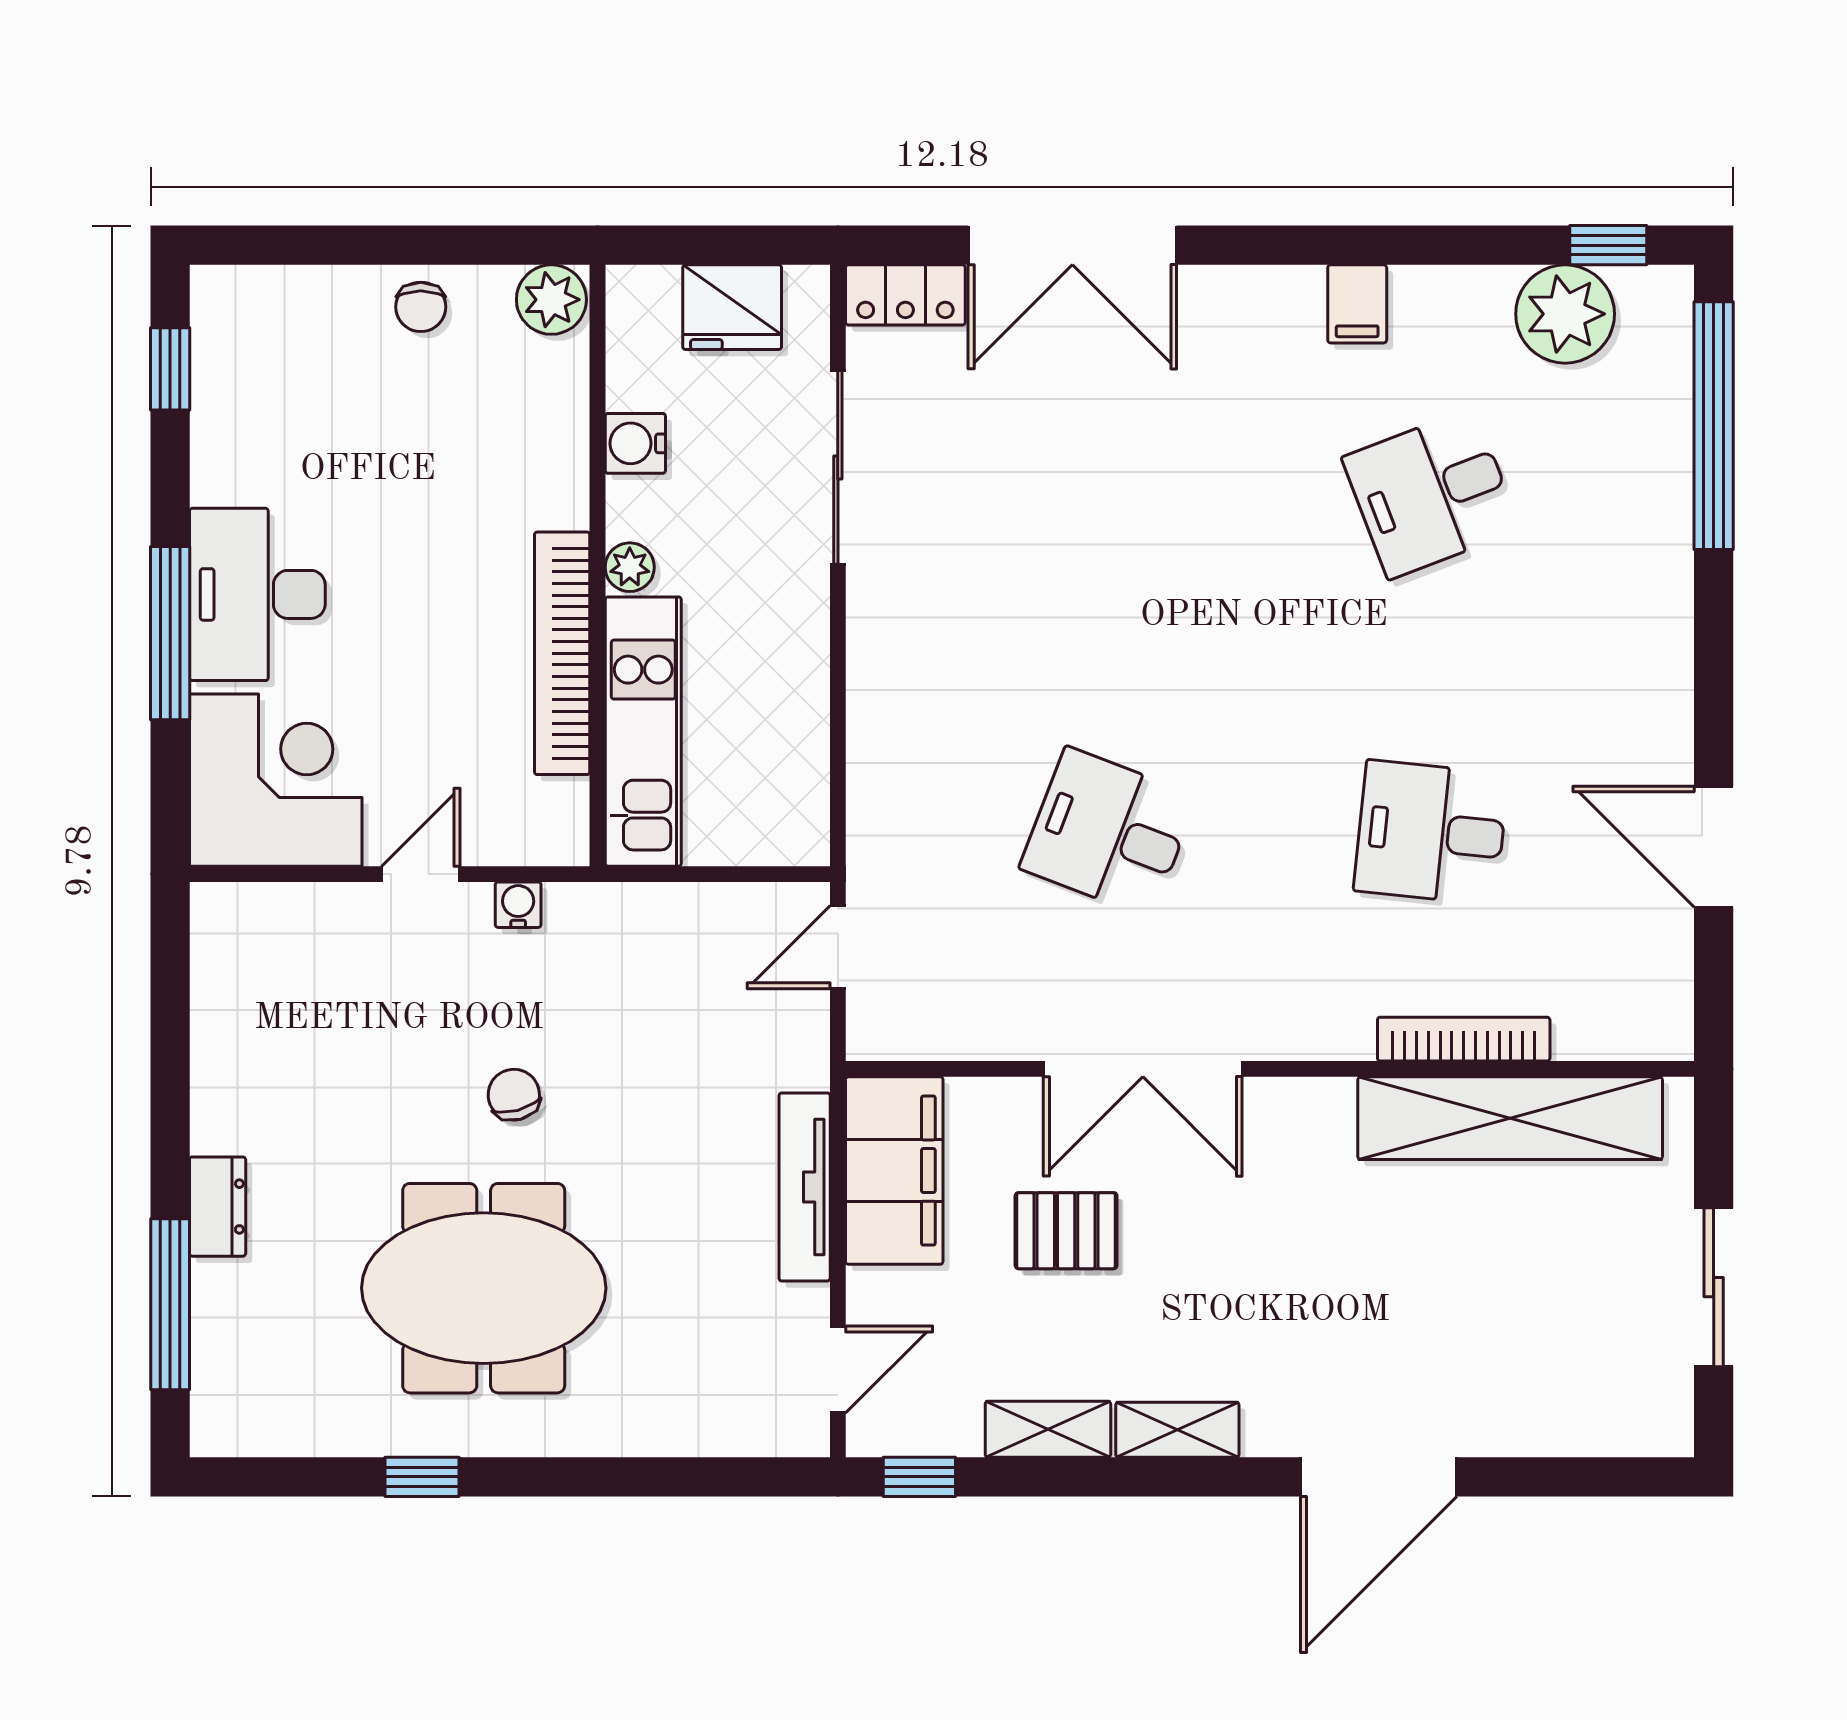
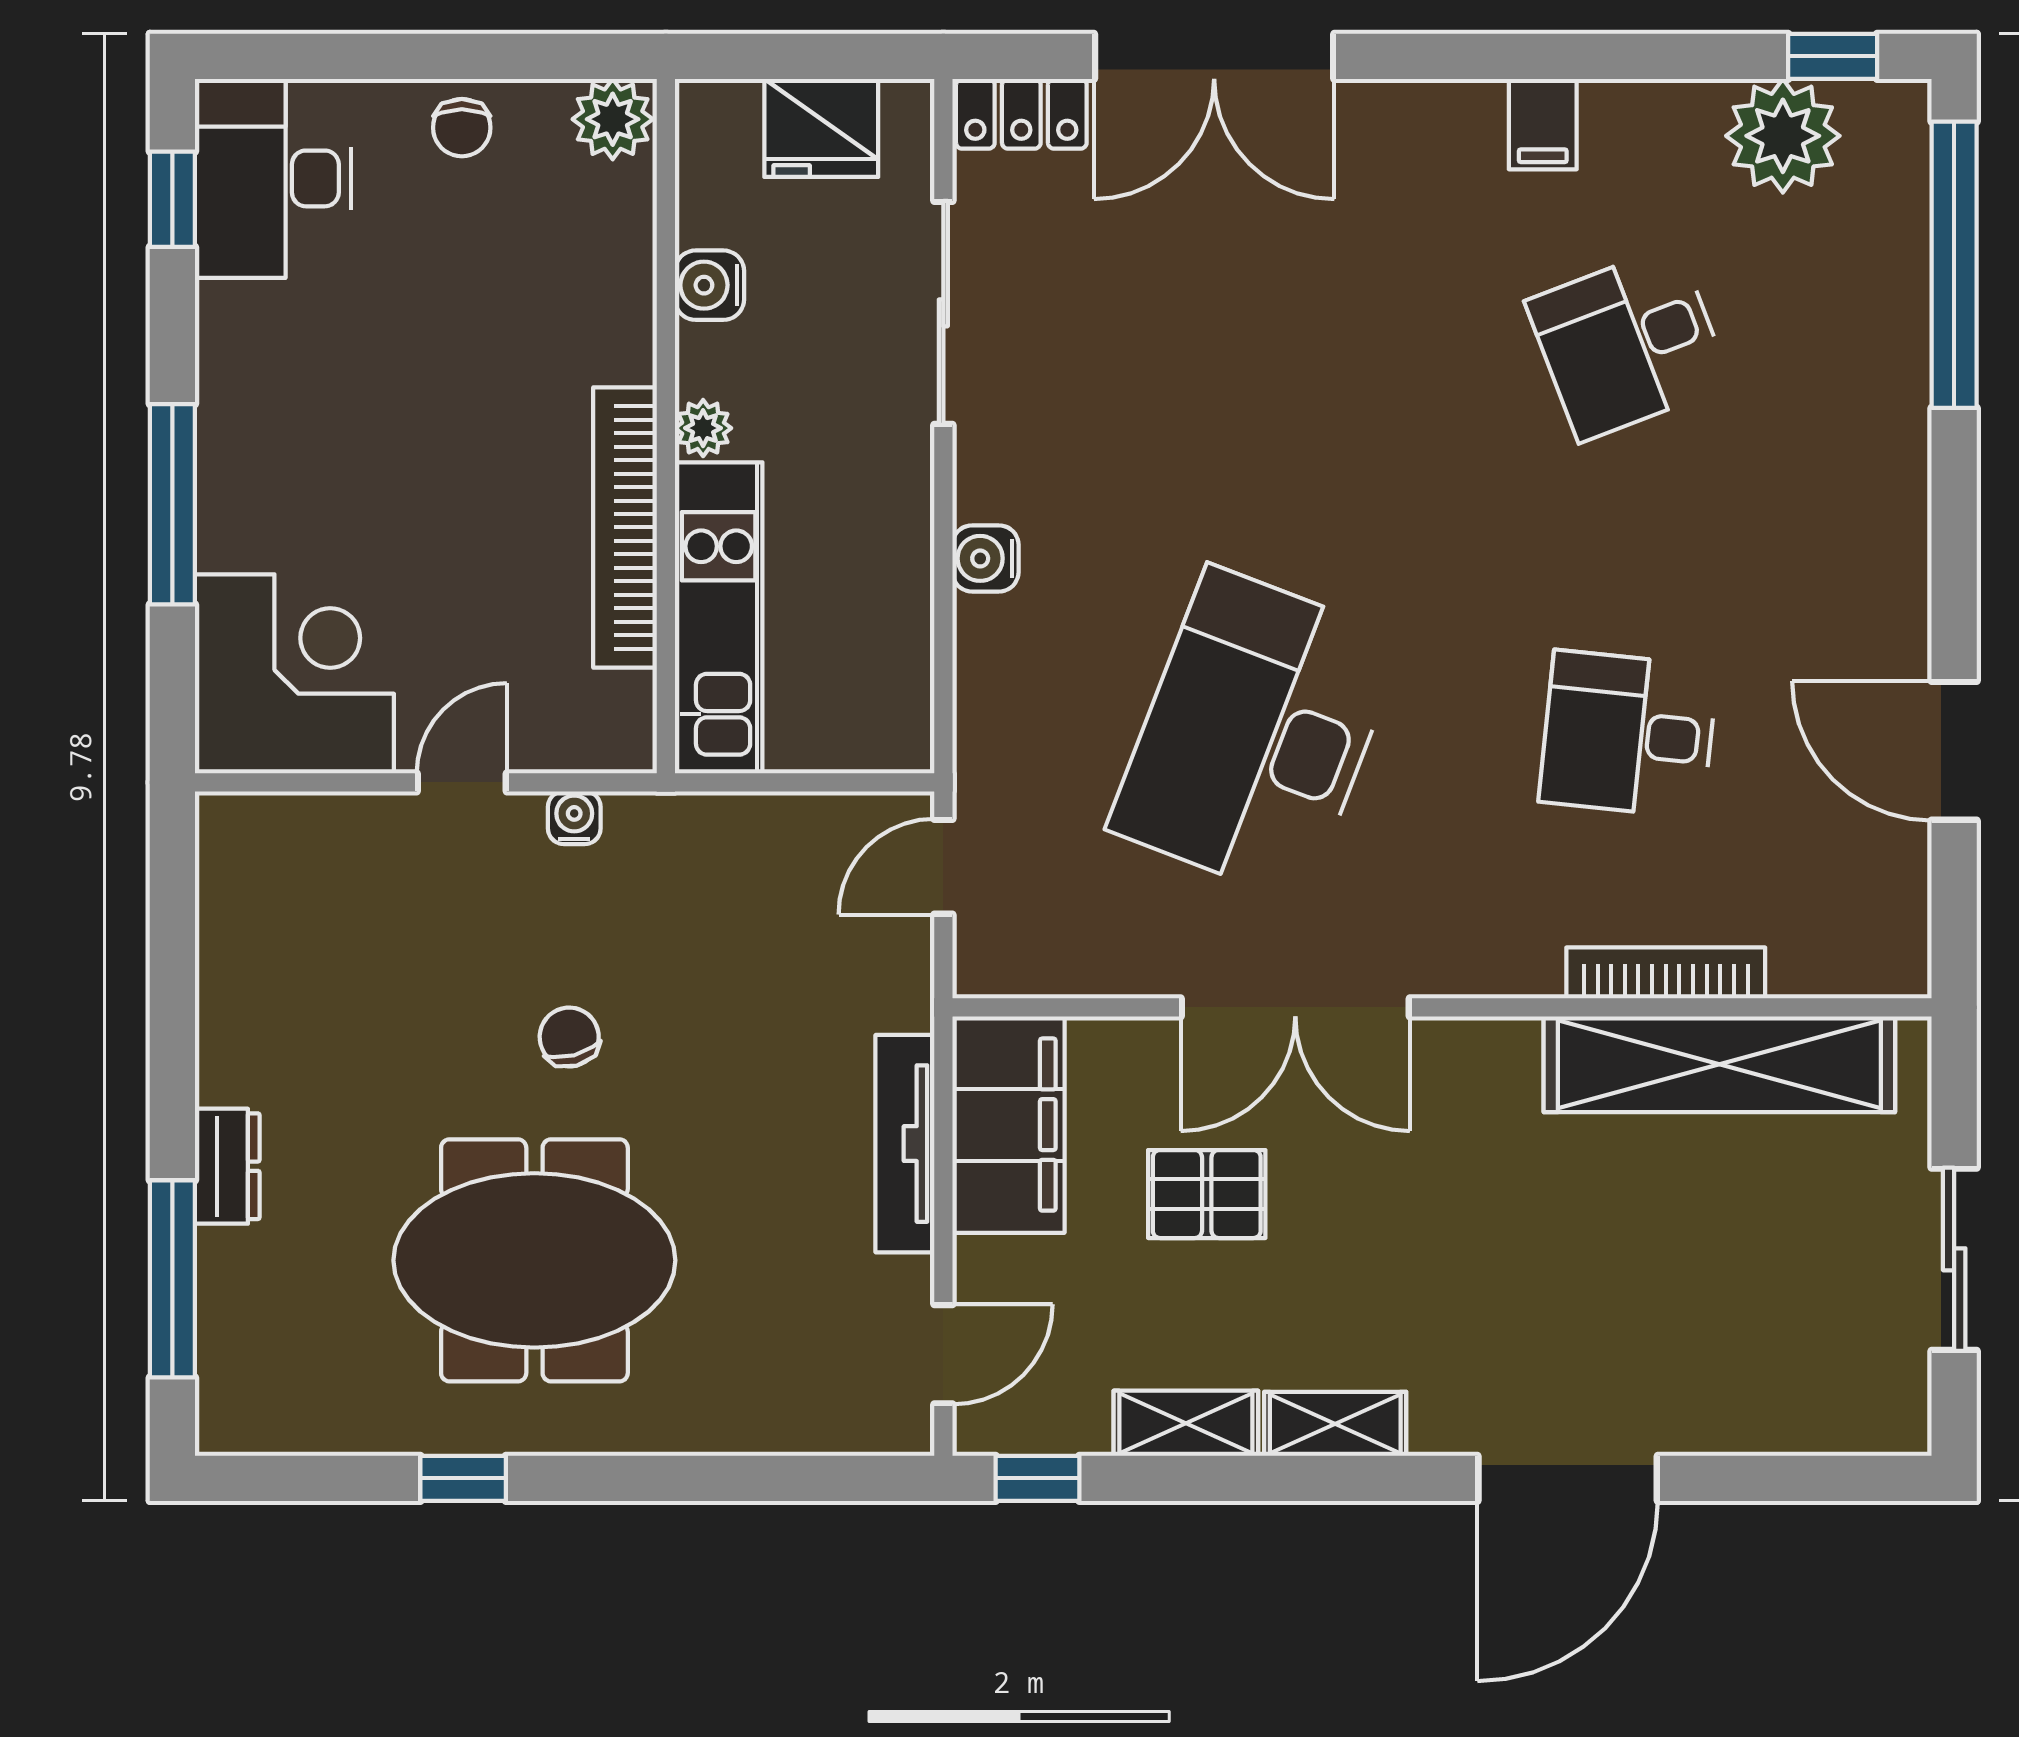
desk: (257, 594) -> (273, 178), moved
water cooler: (874, 680) -> (985, 558), added
desk: (1109, 832) -> (1256, 734), width x1.87, depth x1.30

